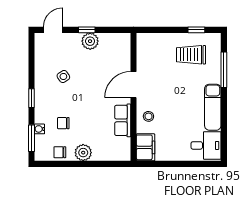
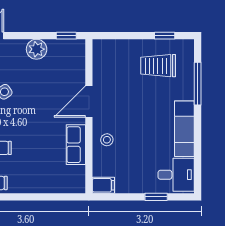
window: (87, 30) -> (66, 36), moved
filing cabinet: (146, 147) -> (103, 185), width x0.50
plant: (83, 153) -> (28, 183), removed
window: (189, 164) -> (156, 197), added

